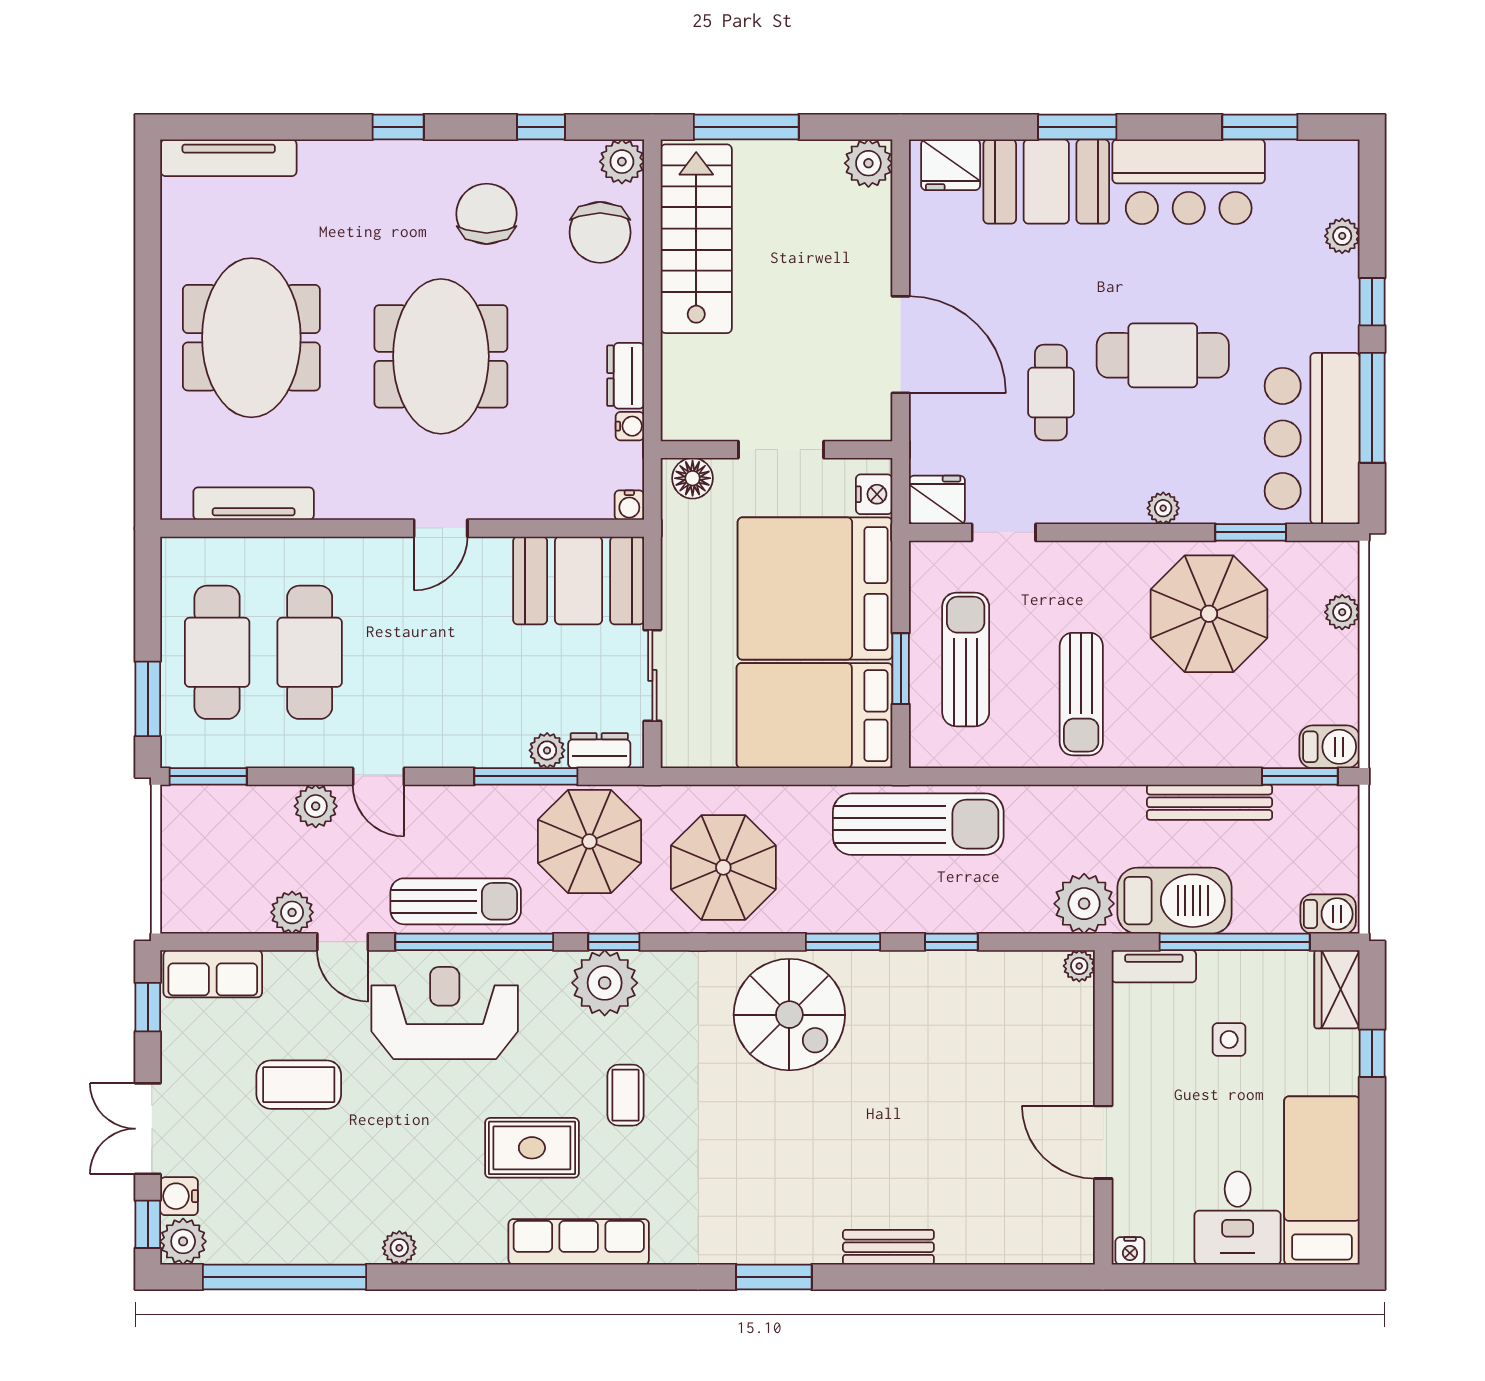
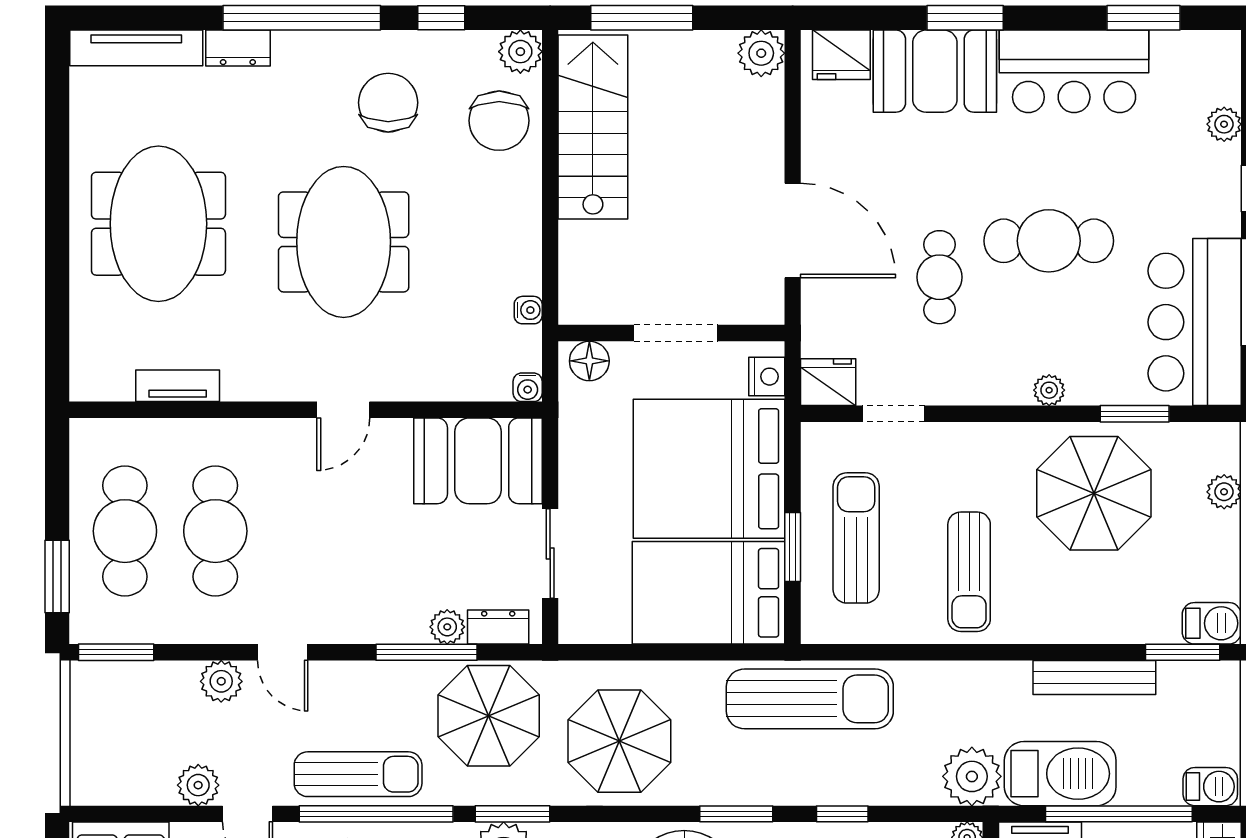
window: (398, 127) -> (302, 18), width x3.17
dresser: (626, 376) -> (238, 48), moved, turned -90
tv unit: (254, 504) -> (178, 386), width x0.71
window: (614, 942) -> (513, 814), width x1.50

